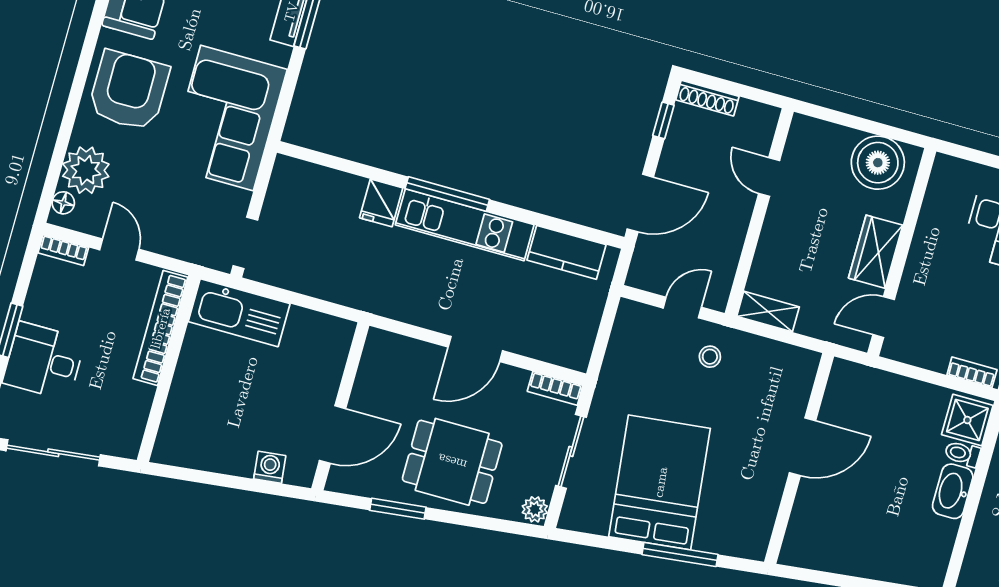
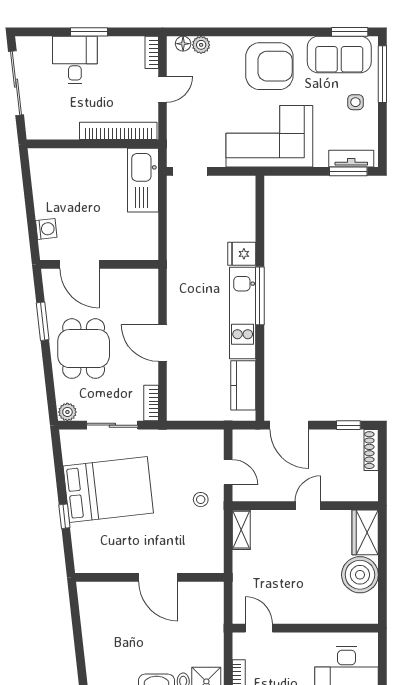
plant: (86, 170) -> (201, 45), width x0.53, depth x0.53
door: (769, 177) -> (308, 506), moved
wardrobe: (876, 252) -> (365, 532), moved, turned -90
wall: (902, 252) -> (305, 628), moved
door: (884, 317) -> (259, 628), moved
window: (680, 554) -> (64, 516), width x0.46

